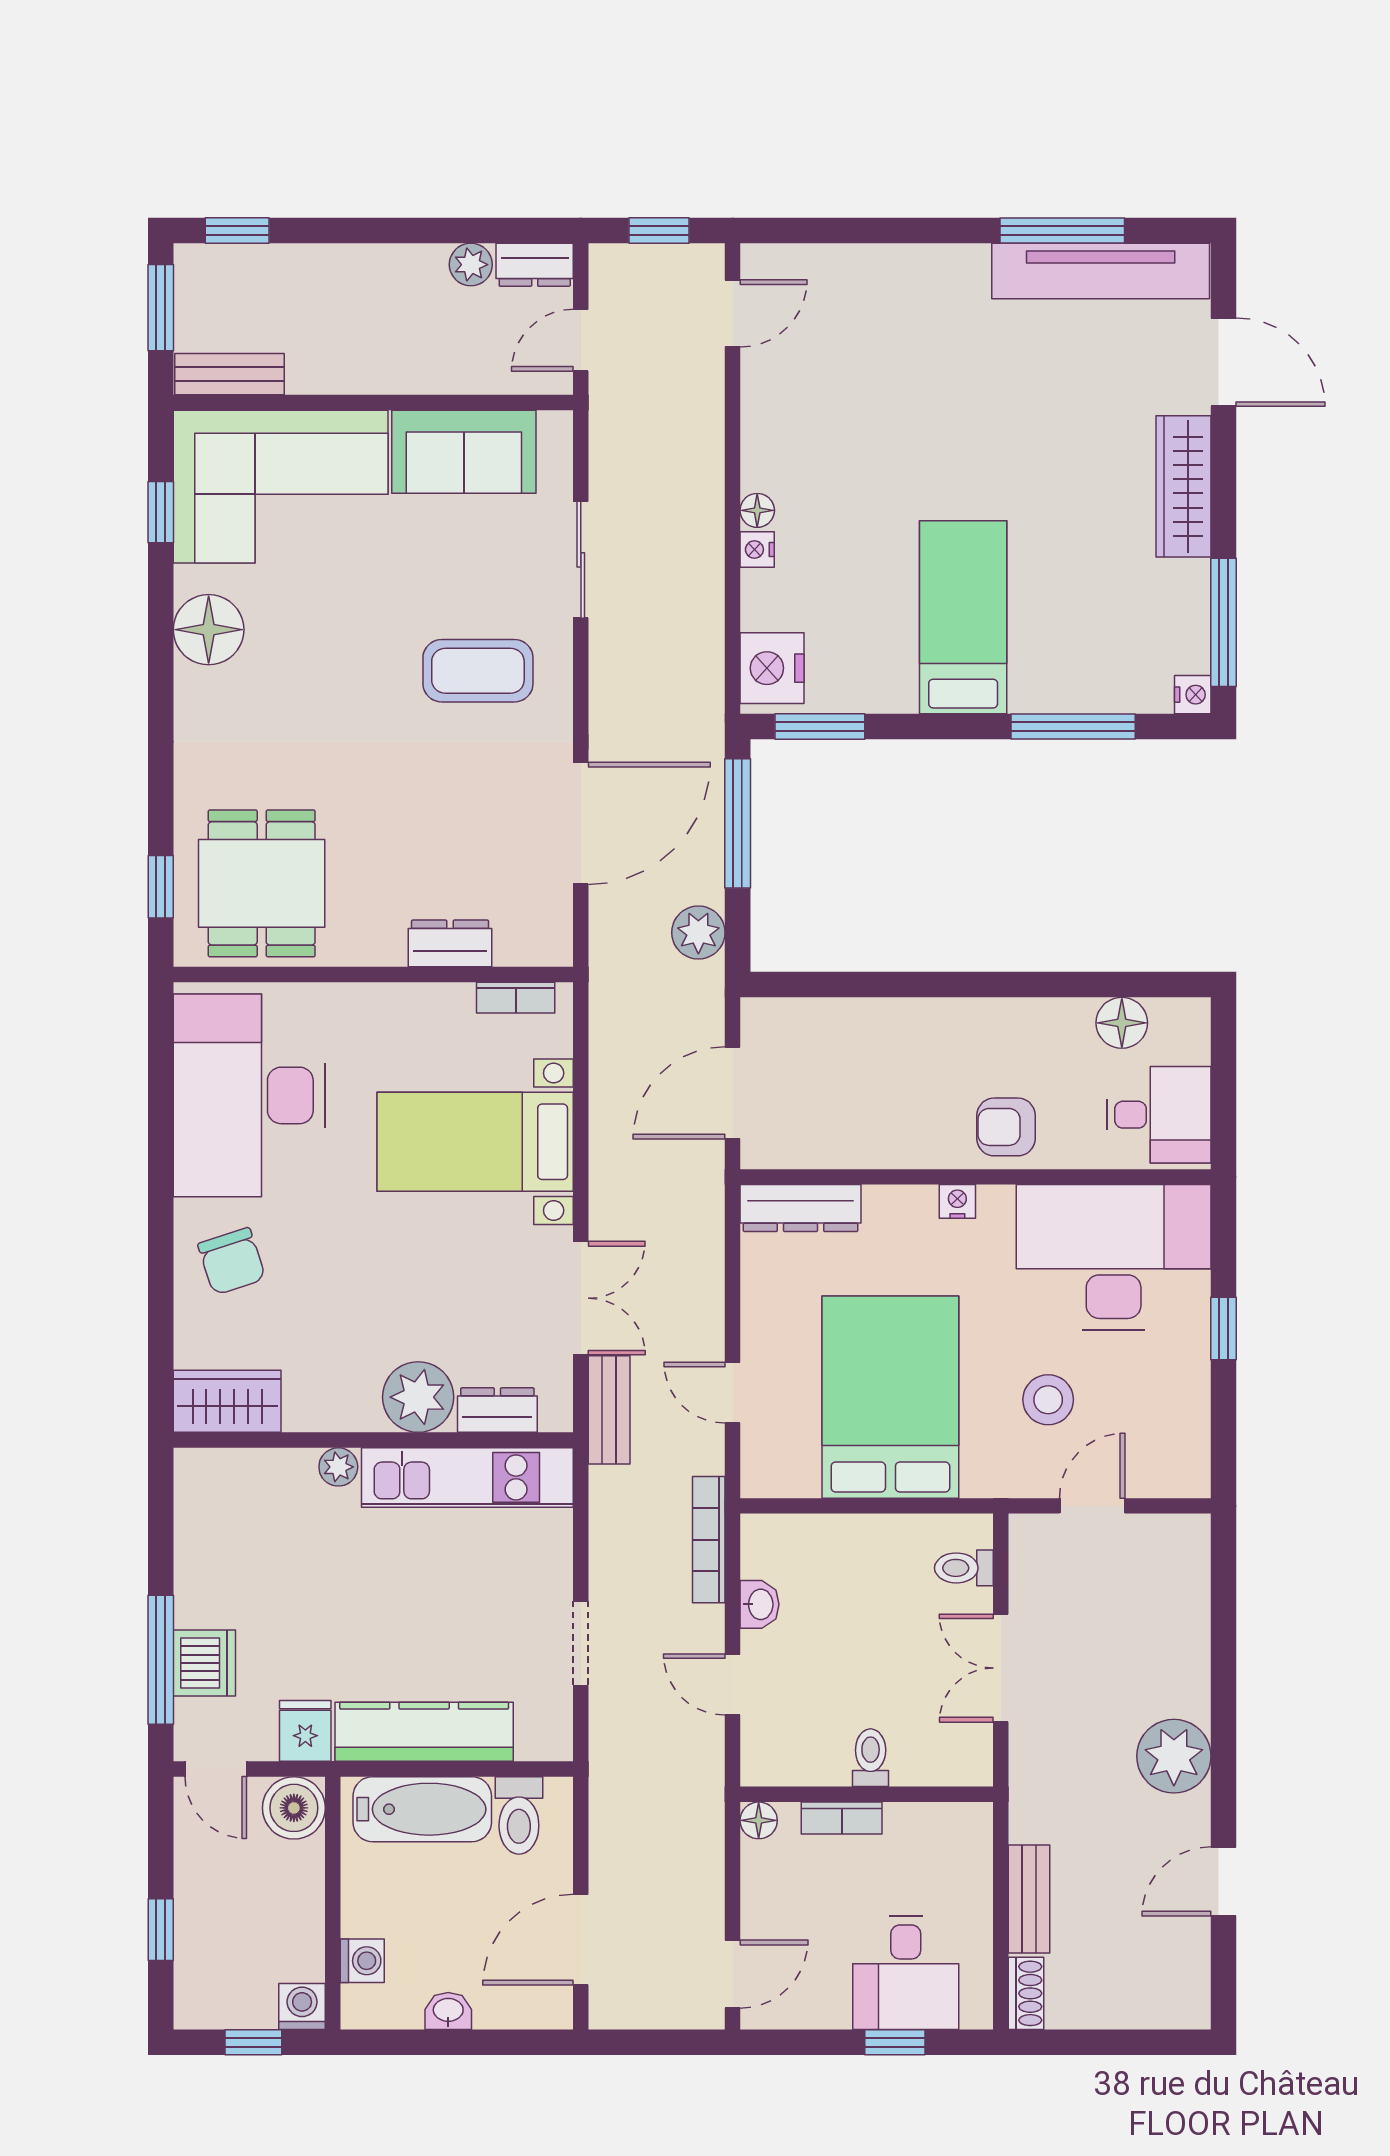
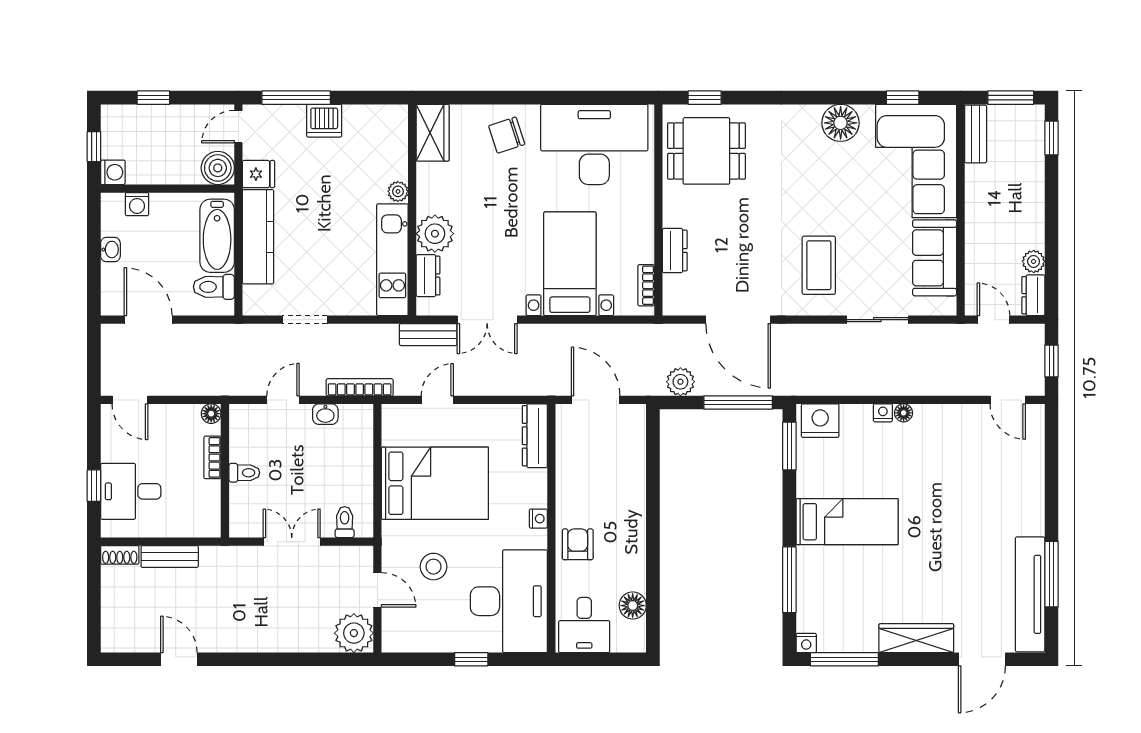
dishwasher: (204, 1663) -> (324, 121), moved
plant: (1174, 1756) -> (354, 633), moved

